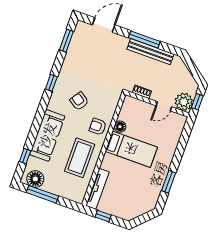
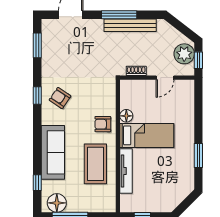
armchair: (79, 101) -> (60, 98), moved
plant: (184, 102) -> (184, 54), moved
tv unit: (97, 189) -> (126, 171), moved

